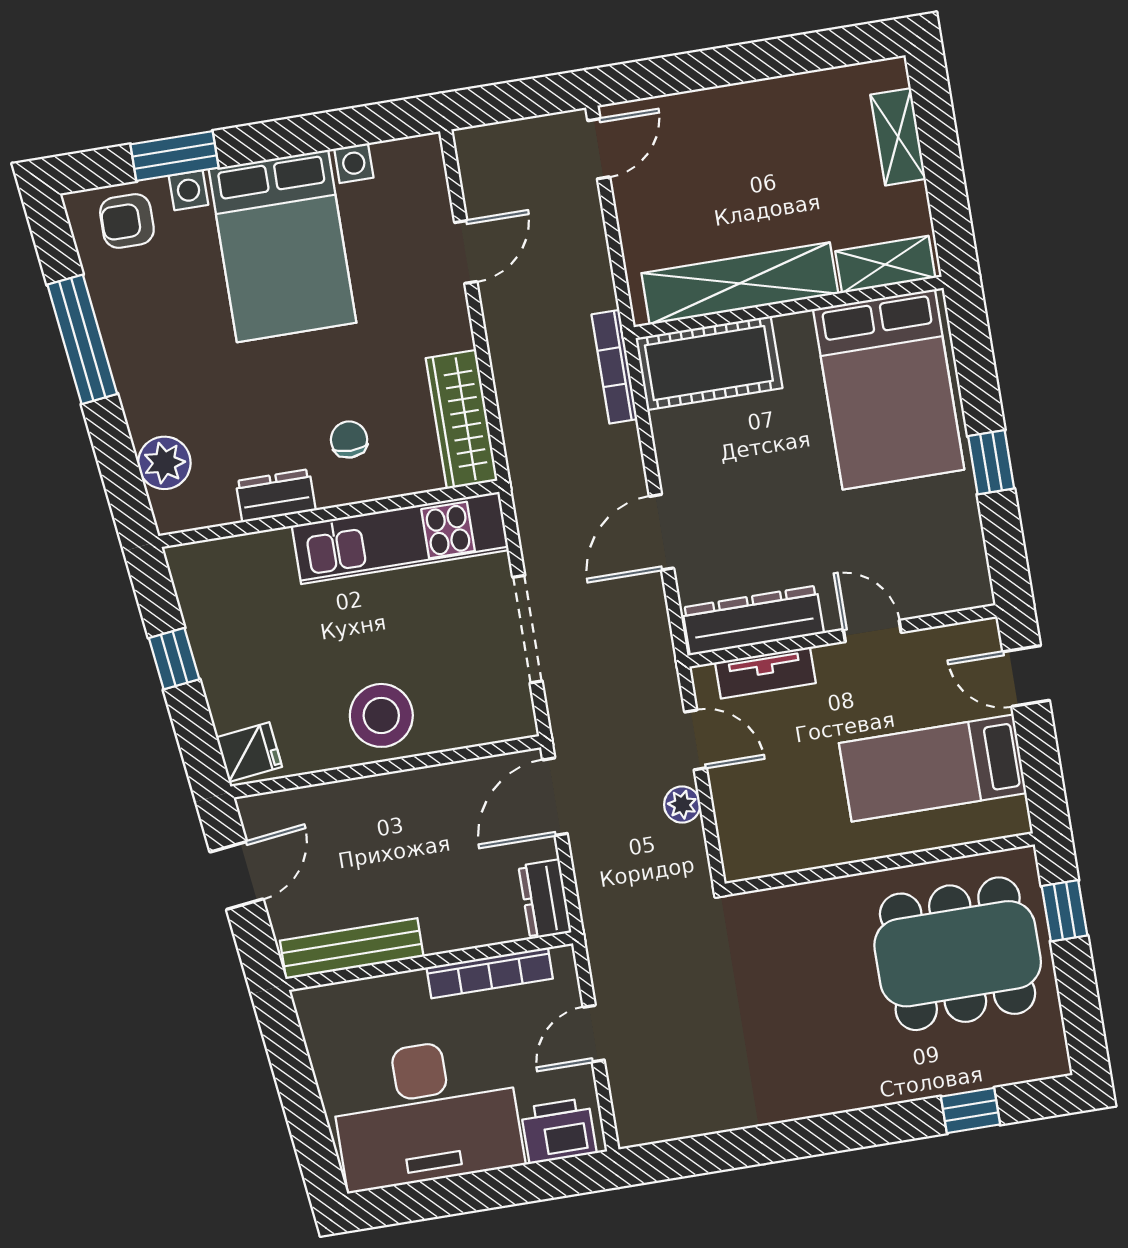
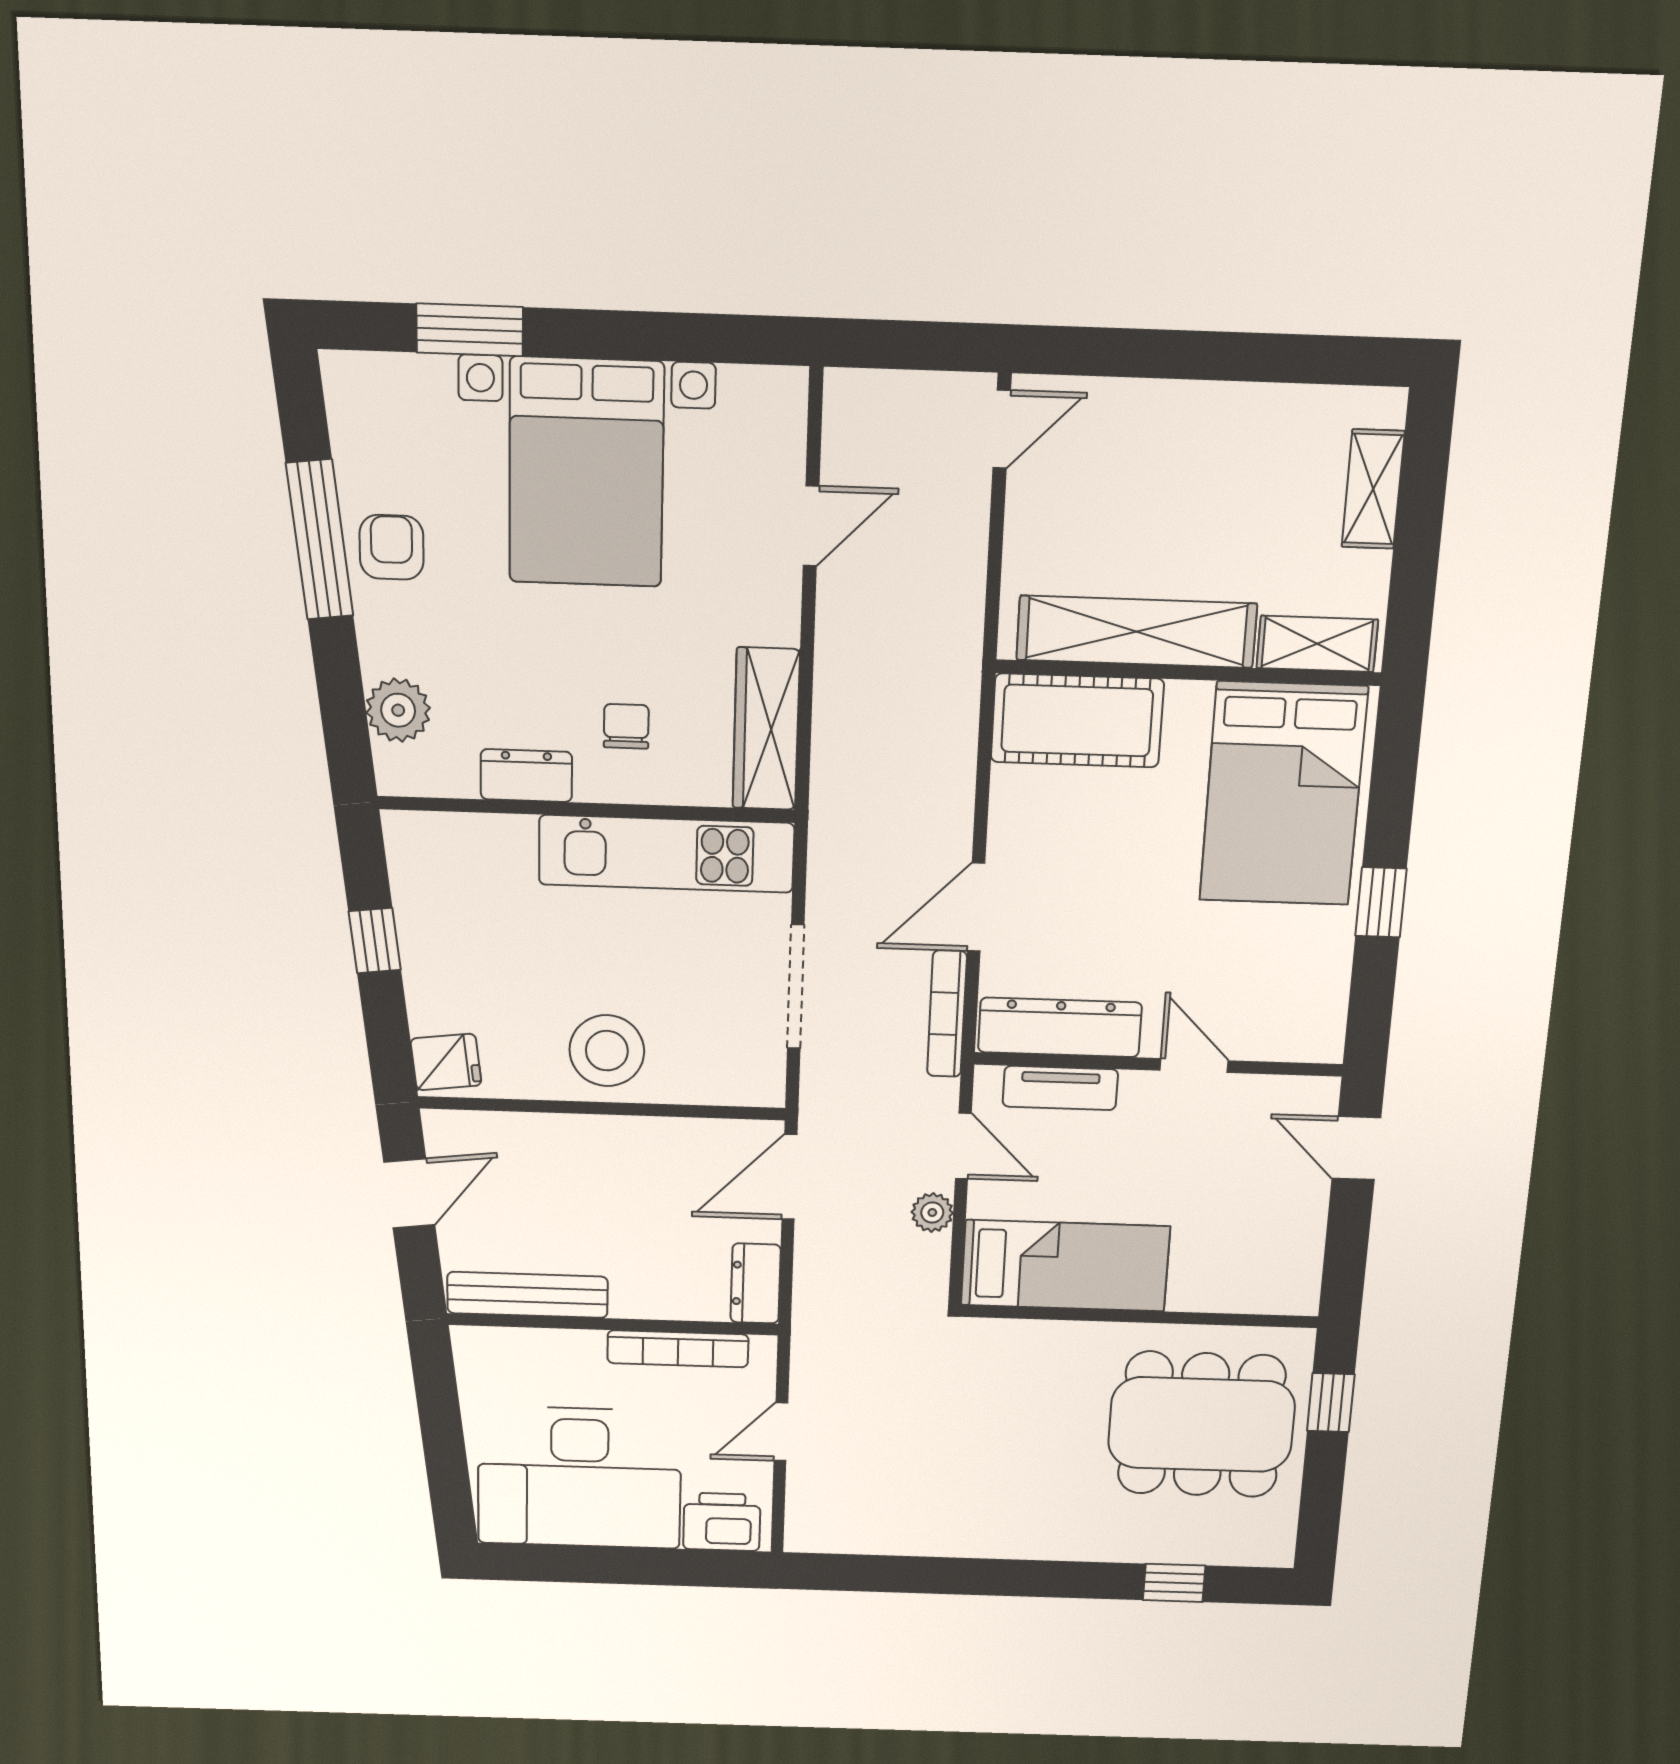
armchair: (127, 221) -> (392, 547), moved, turned 90
bookcase: (614, 367) -> (947, 1014), moved
bed: (933, 768) -> (1065, 1266), moved, turned 180

